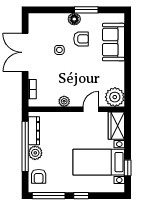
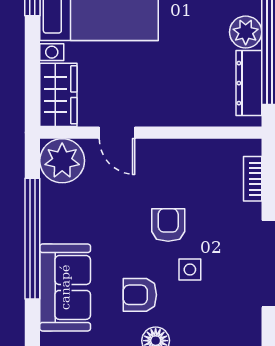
window: (128, 63) -> (32, 239), added
armchair: (69, 69) -> (168, 225), added
plant: (64, 101) -> (179, 151), removed
door: (91, 109) -> (117, 133), hinge flipped

